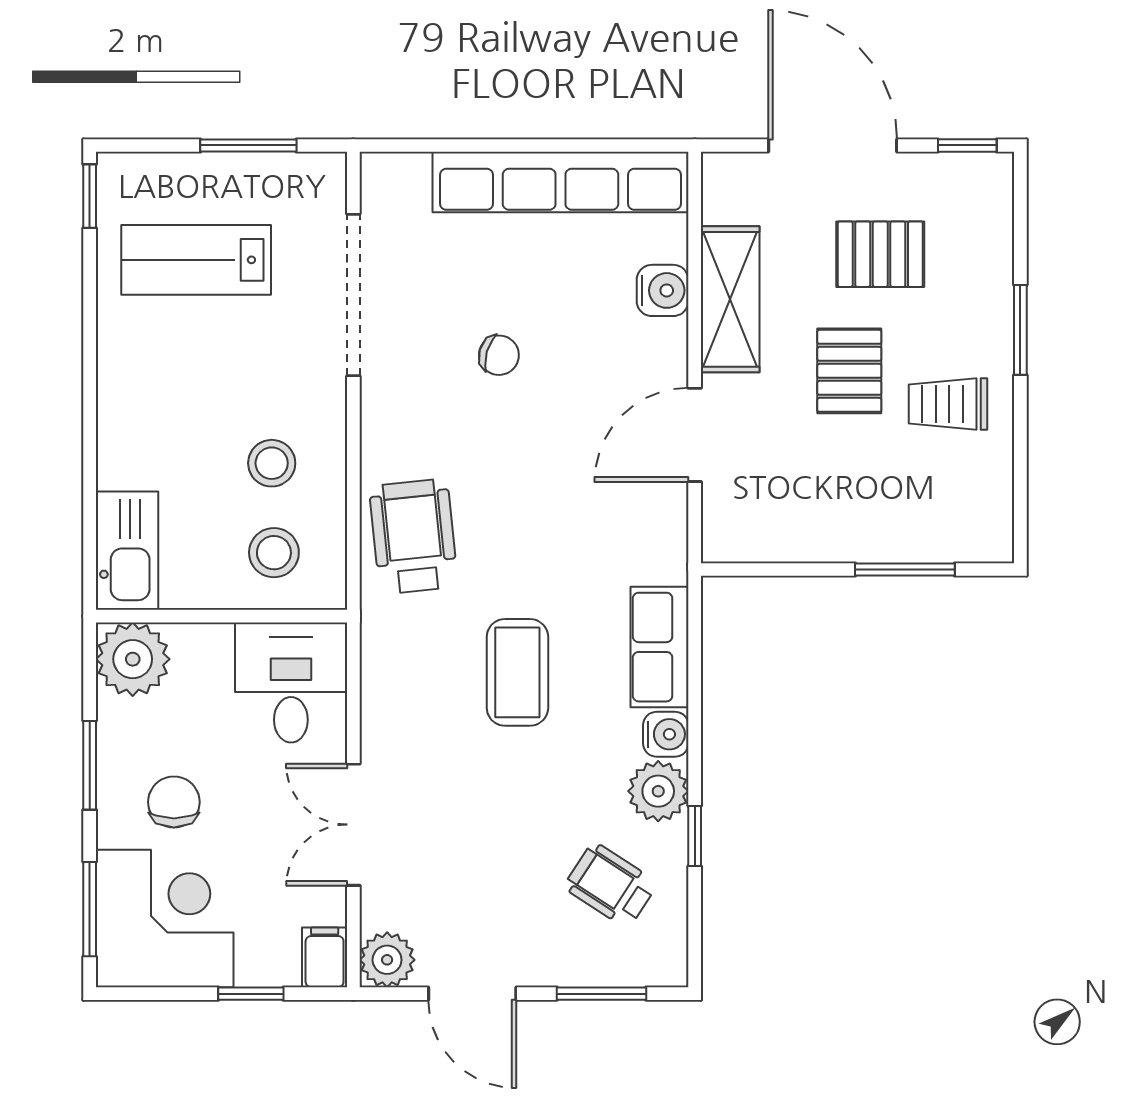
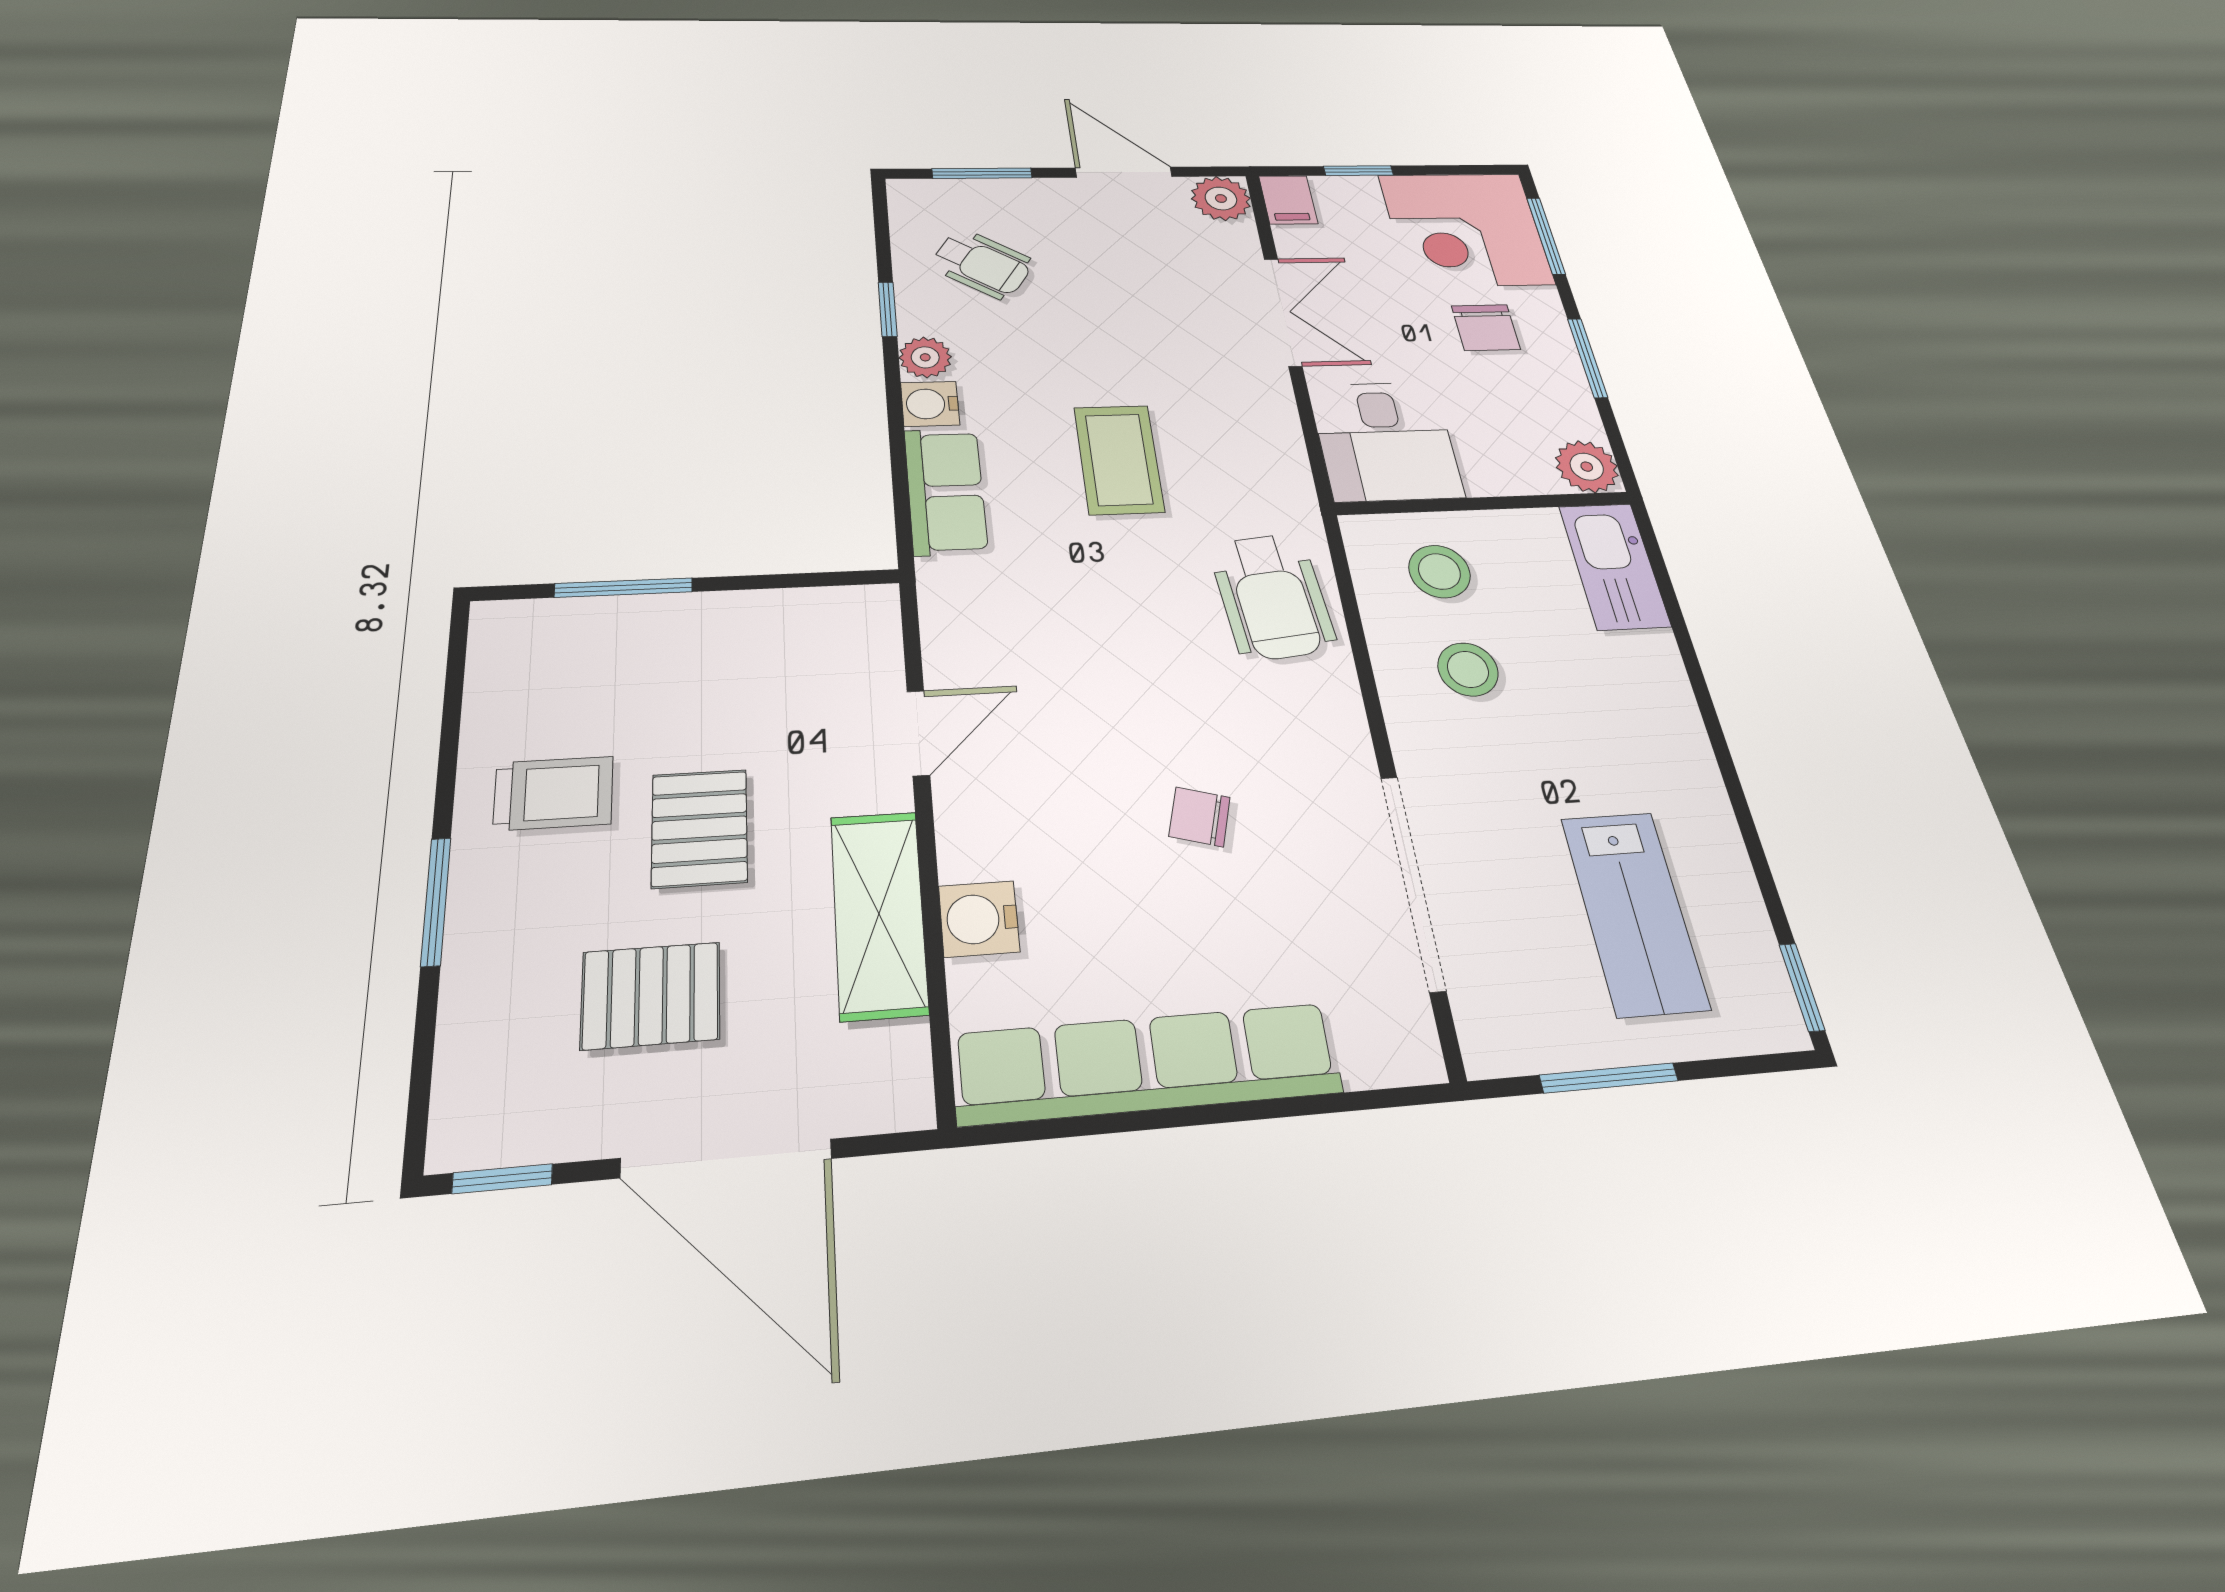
lab bench: (196, 260) -> (1634, 912), turned 90
door: (695, 435) -> (918, 733), width x0.73
plant: (133, 659) -> (1587, 467), width x0.73, depth x0.73
plant: (658, 791) -> (925, 357), width x0.73, depth x0.73

